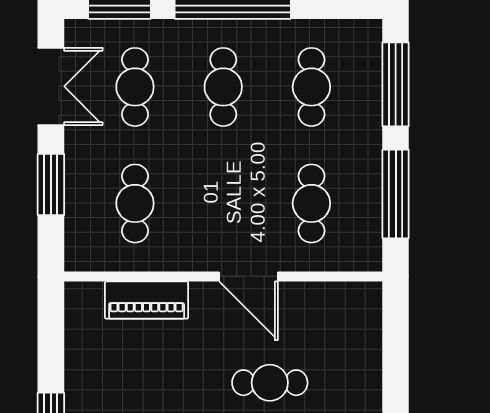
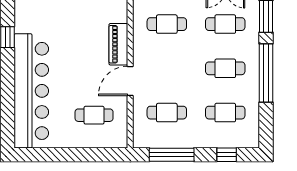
window: (396, 84) -> (227, 155), width x0.46
piano: (147, 300) -> (118, 44), moved
cafe table: (270, 383) -> (94, 115), moved, turned 90

